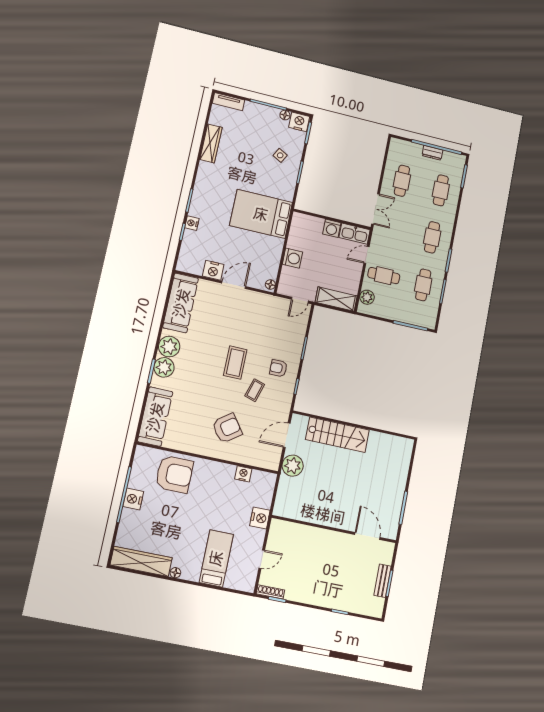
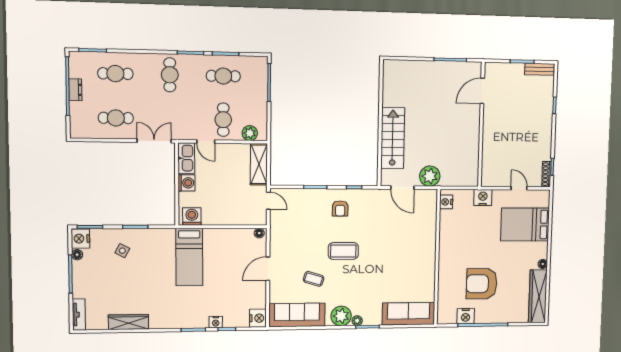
bed: (261, 214) -> (189, 257), width x0.67
cafe table: (432, 237) -> (170, 75), turned 90
washing machine: (292, 258) -> (192, 217), moved
nightstand: (213, 270) -> (258, 318), moved
door: (234, 285) -> (268, 269), hinge flipped
plant: (164, 367) -> (357, 321), width x0.53, depth x0.53
coffee table: (255, 390) -> (314, 279), moved
armchair: (227, 428) -> (407, 245), removed
armchair: (174, 474) -> (482, 284), moved, turned -90
nightstand: (243, 474) -> (446, 202), moved
nightstand: (133, 499) -> (466, 316), moved
bed: (216, 558) -> (525, 225), width x1.50
bench: (383, 581) -> (539, 69), moved

